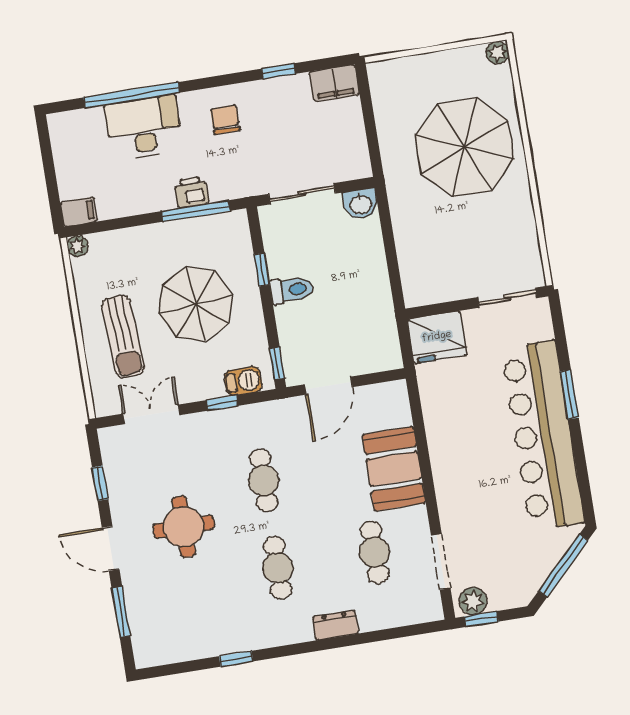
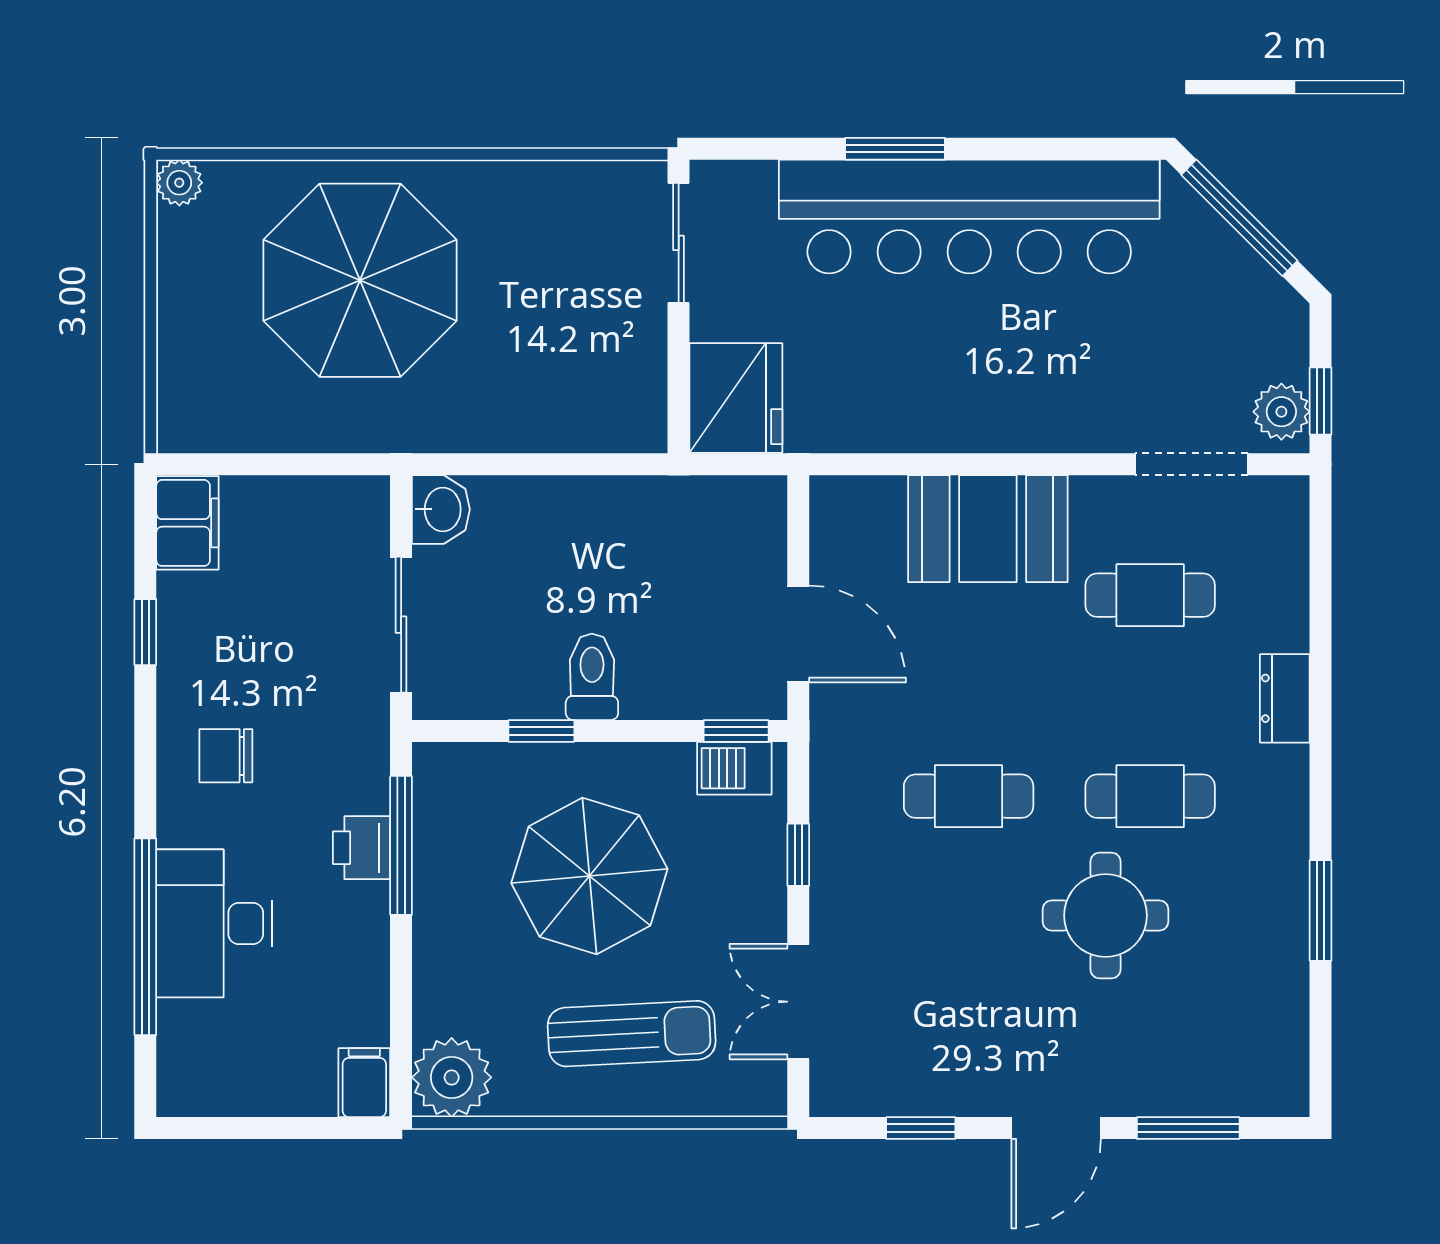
plant: (78, 246) -> (452, 1077), width x1.88, depth x1.88
barbecue: (243, 381) -> (734, 768), moved, turned -90
round table: (184, 527) -> (1106, 915), moved
window: (236, 659) -> (1320, 911), width x1.50

